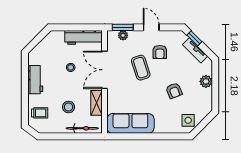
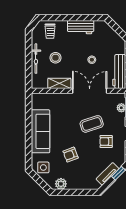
plant: (206, 81) -> (61, 184), moved
sofa: (130, 123) -> (40, 131), moved
bicycle: (82, 128) -> (36, 59), moved

